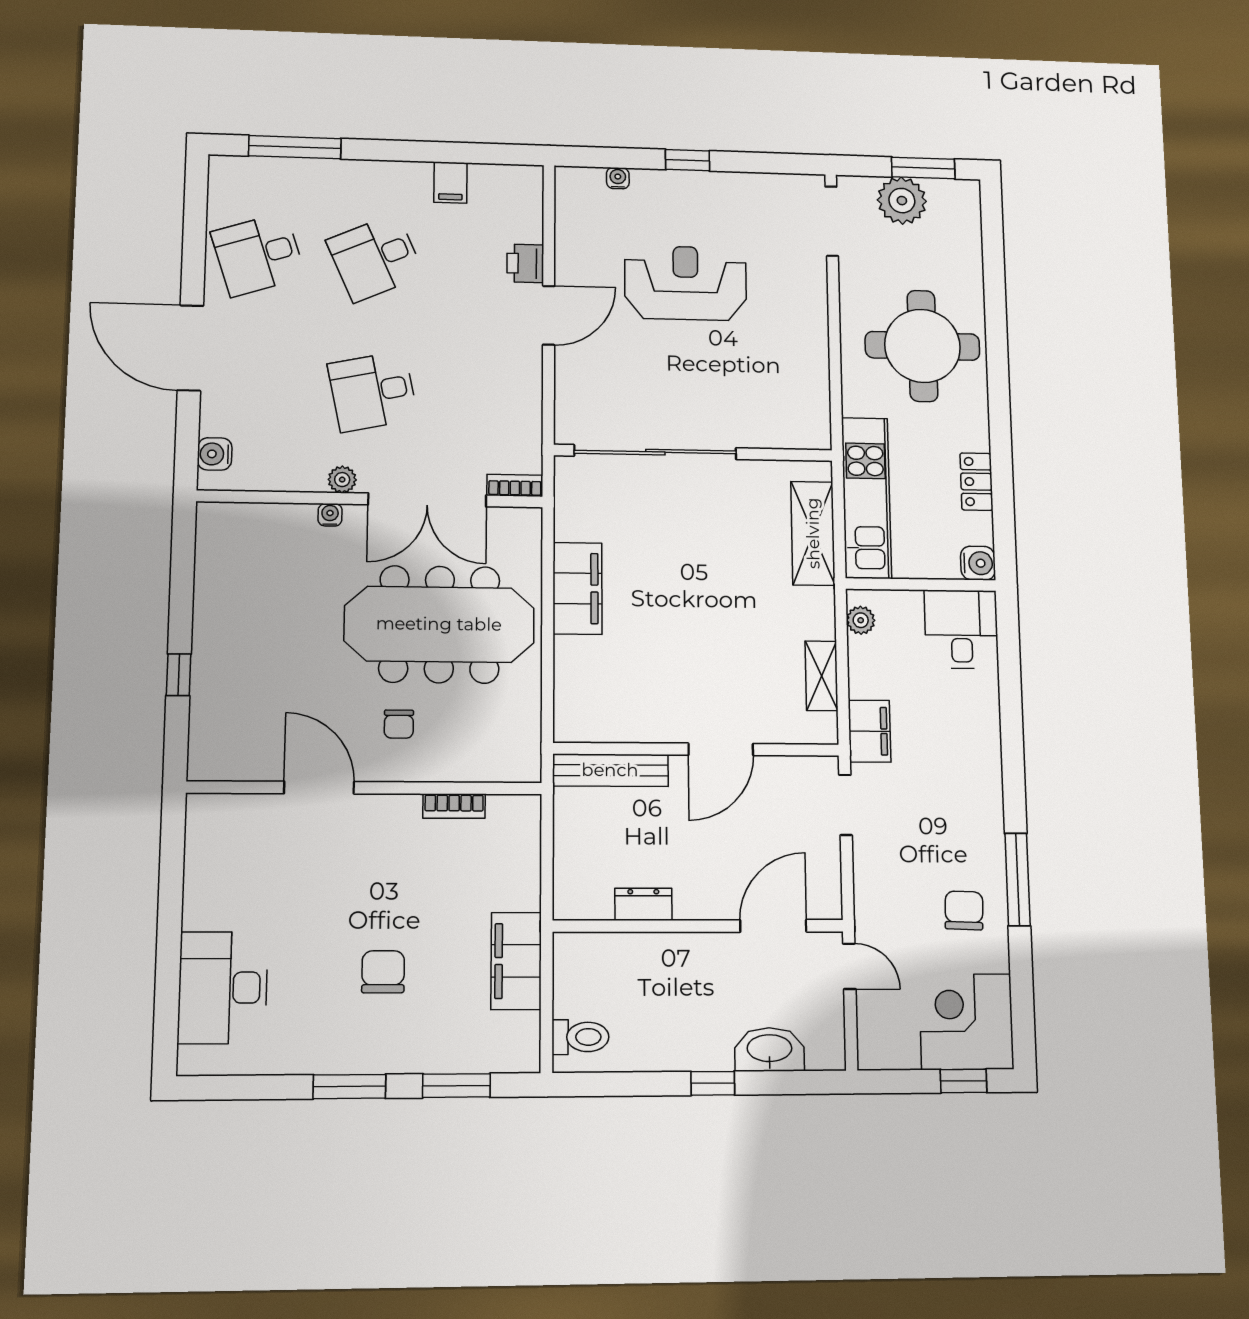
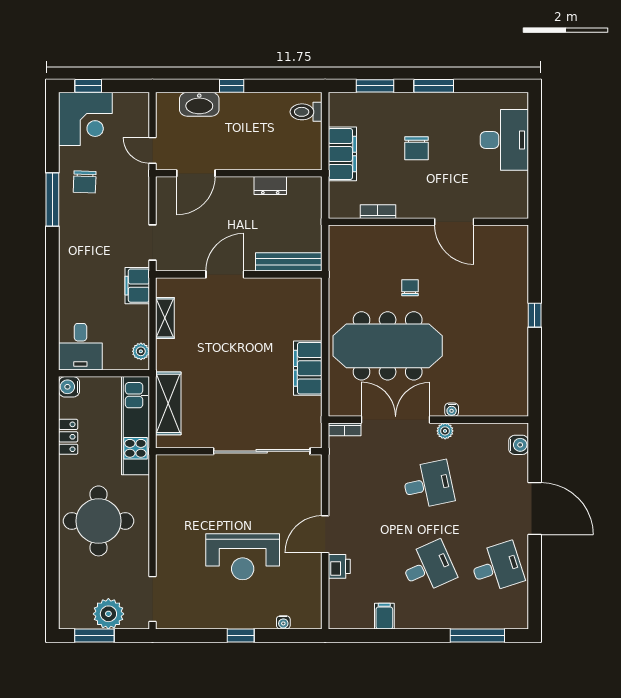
door: (319, 788) -> (454, 222), moved
wall: (365, 788) -> (428, 222), moved
bookcase: (454, 806) -> (378, 212), moved

